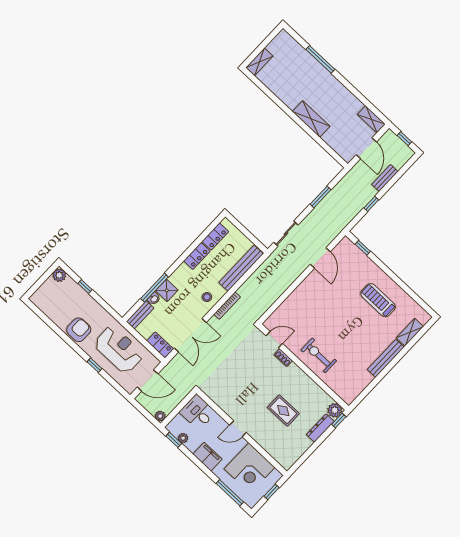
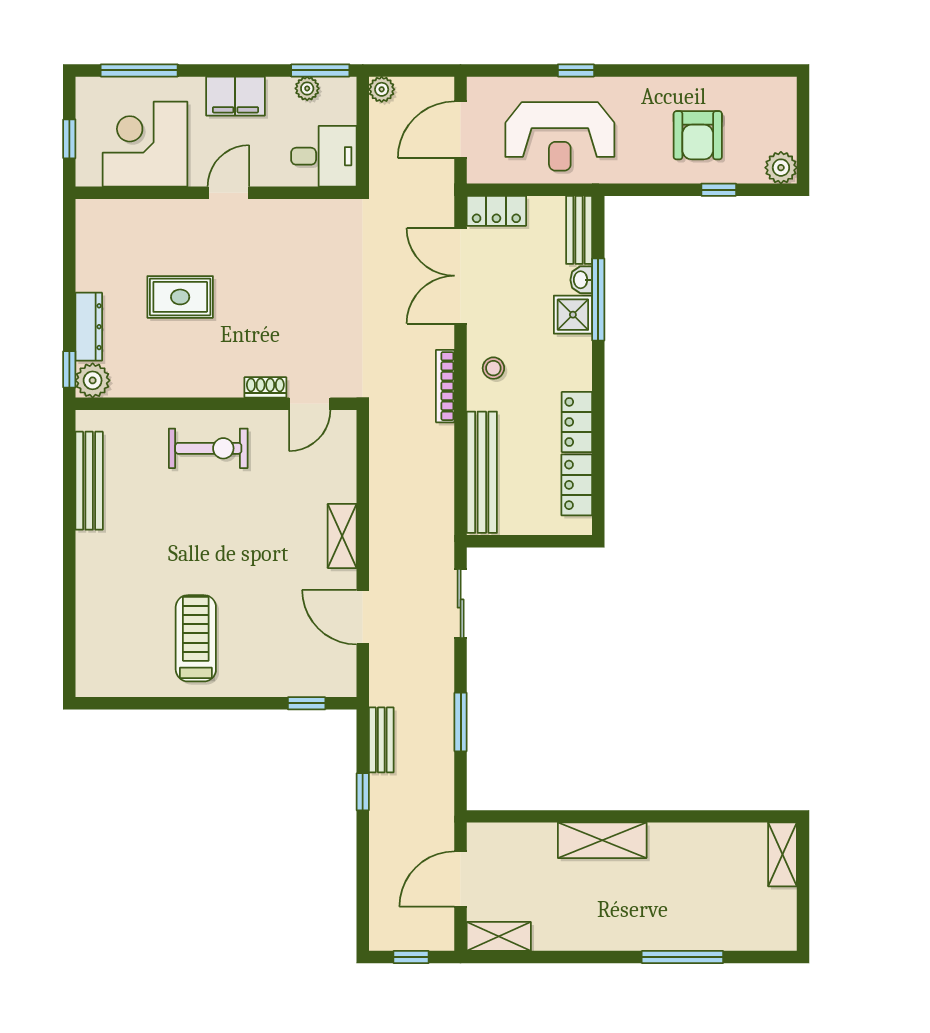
door: (366, 148) -> (461, 879), hinge flipped
bench: (385, 178) -> (381, 740), moved
treadmill: (378, 300) -> (196, 638), turned -90
armchair: (79, 330) -> (698, 135), moved
shelving: (410, 332) -> (342, 536), moved
bench: (386, 358) -> (89, 481), moved
window: (174, 440) -> (320, 70), width x1.50

